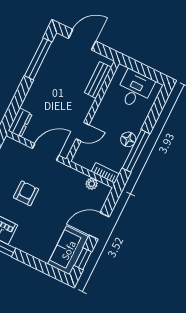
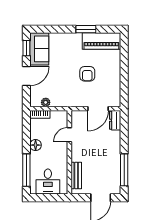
window: (136, 151) -> (26, 170), moved
door: (46, 152) -> (98, 109), moved

